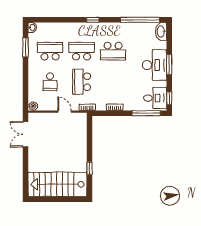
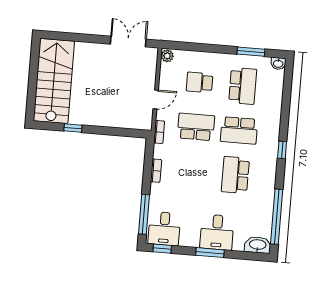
school desk: (82, 51) -> (239, 130), turned 90
desk: (154, 65) -> (217, 232), width x0.73

